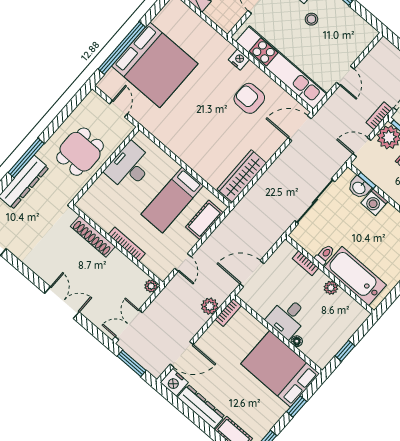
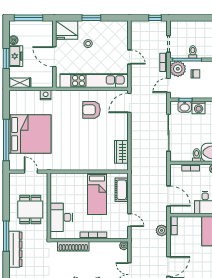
nightstand: (239, 60) -> (46, 95), moved
desk: (129, 167) -> (61, 217), moved
wardrobe: (242, 176) -> (121, 152), width x0.67
door: (252, 274) -> (169, 196), swing flipped

